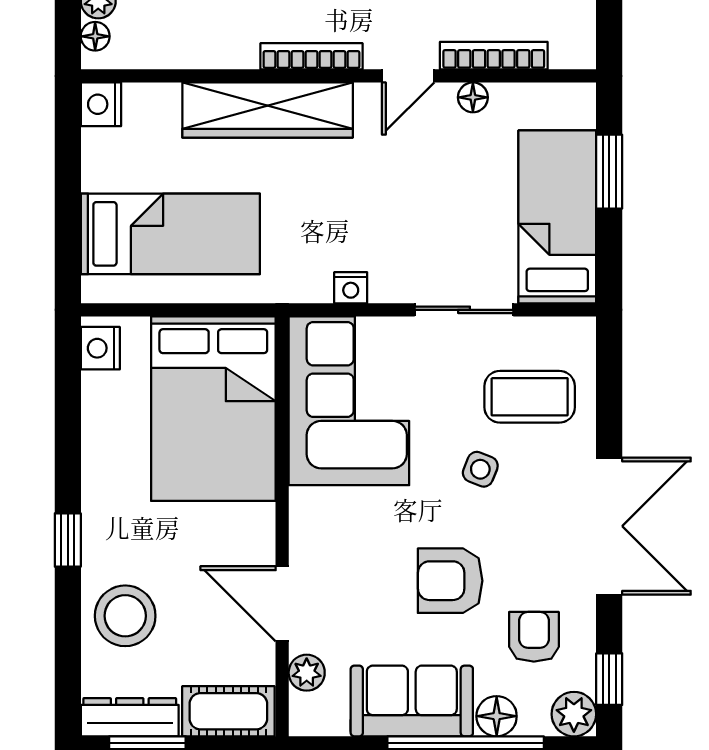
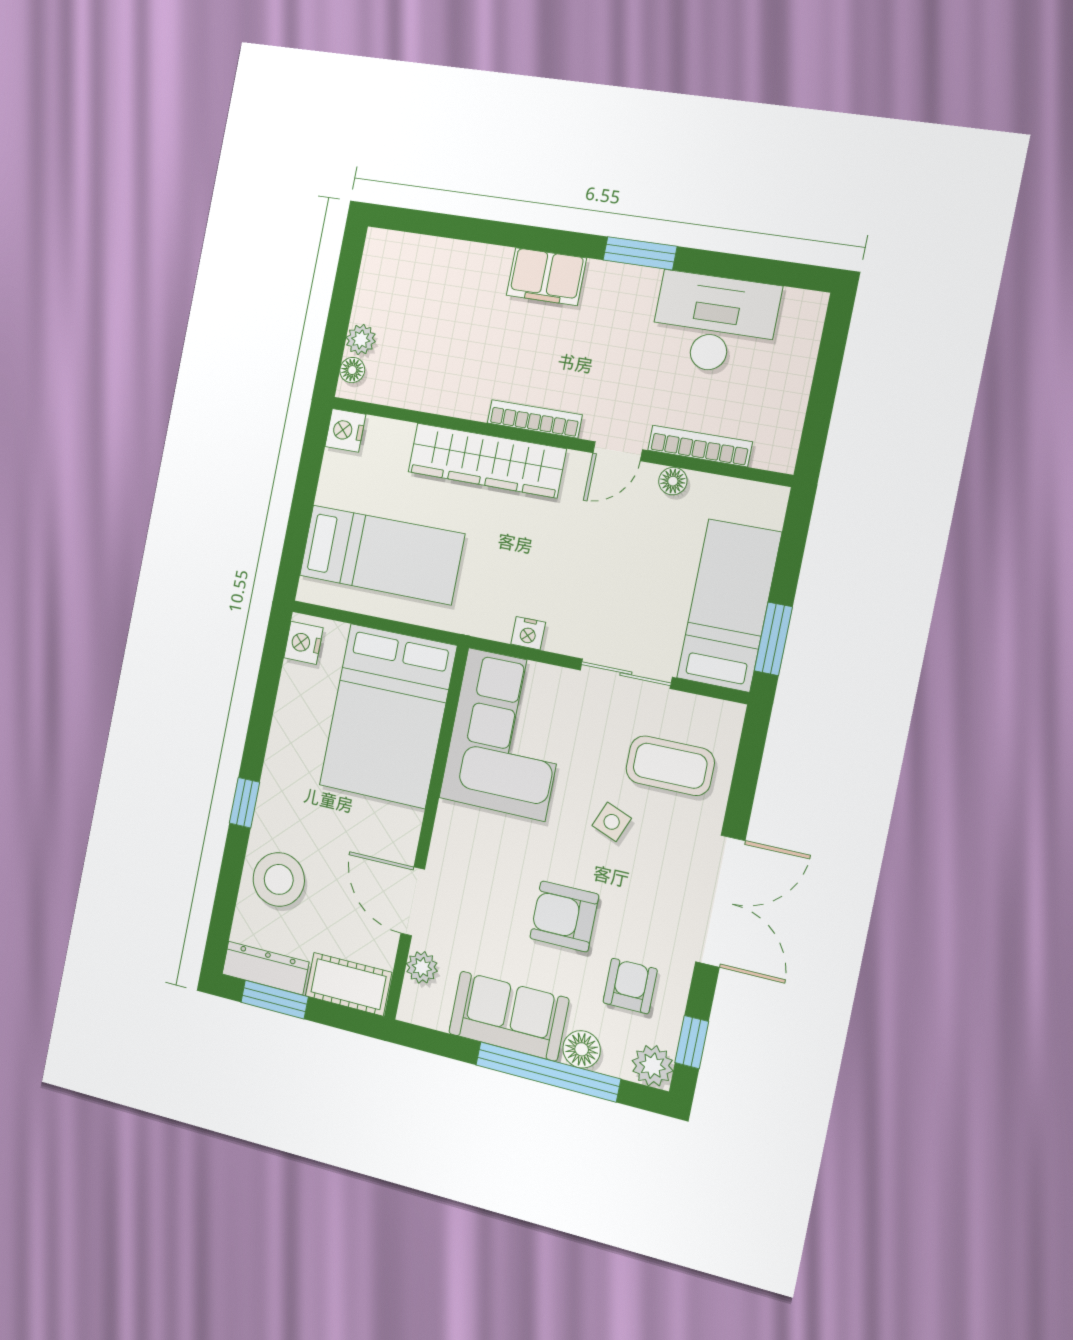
window: (609, 172) -> (773, 639), moved

